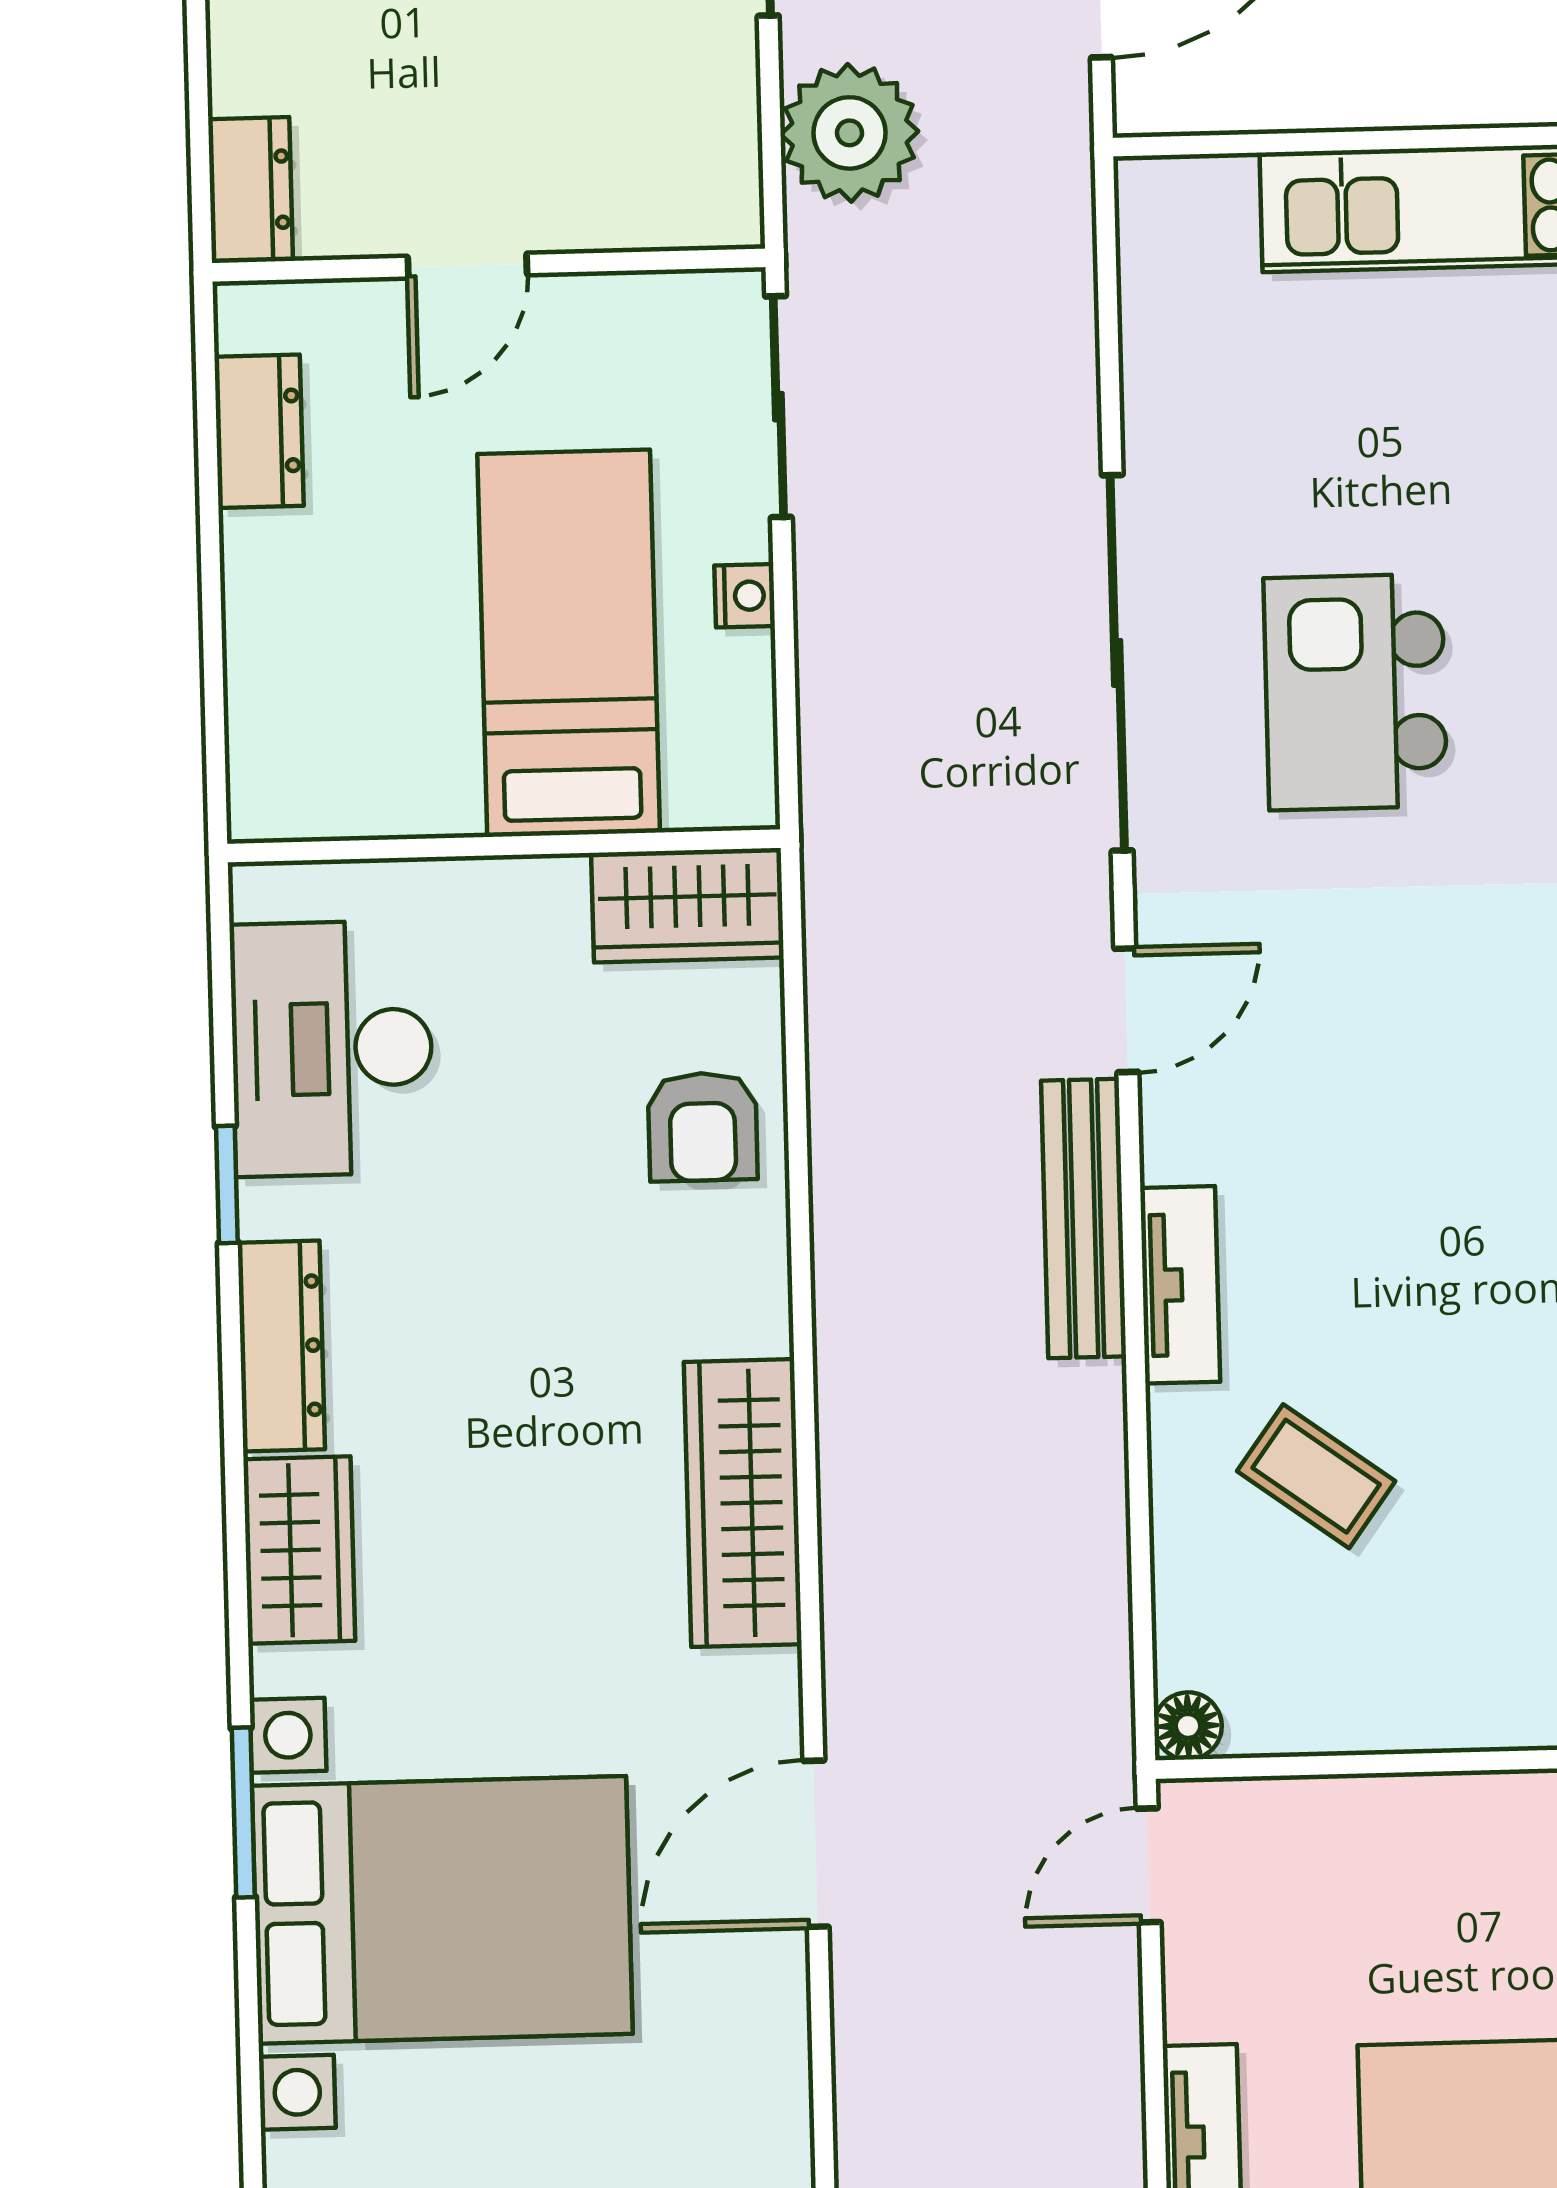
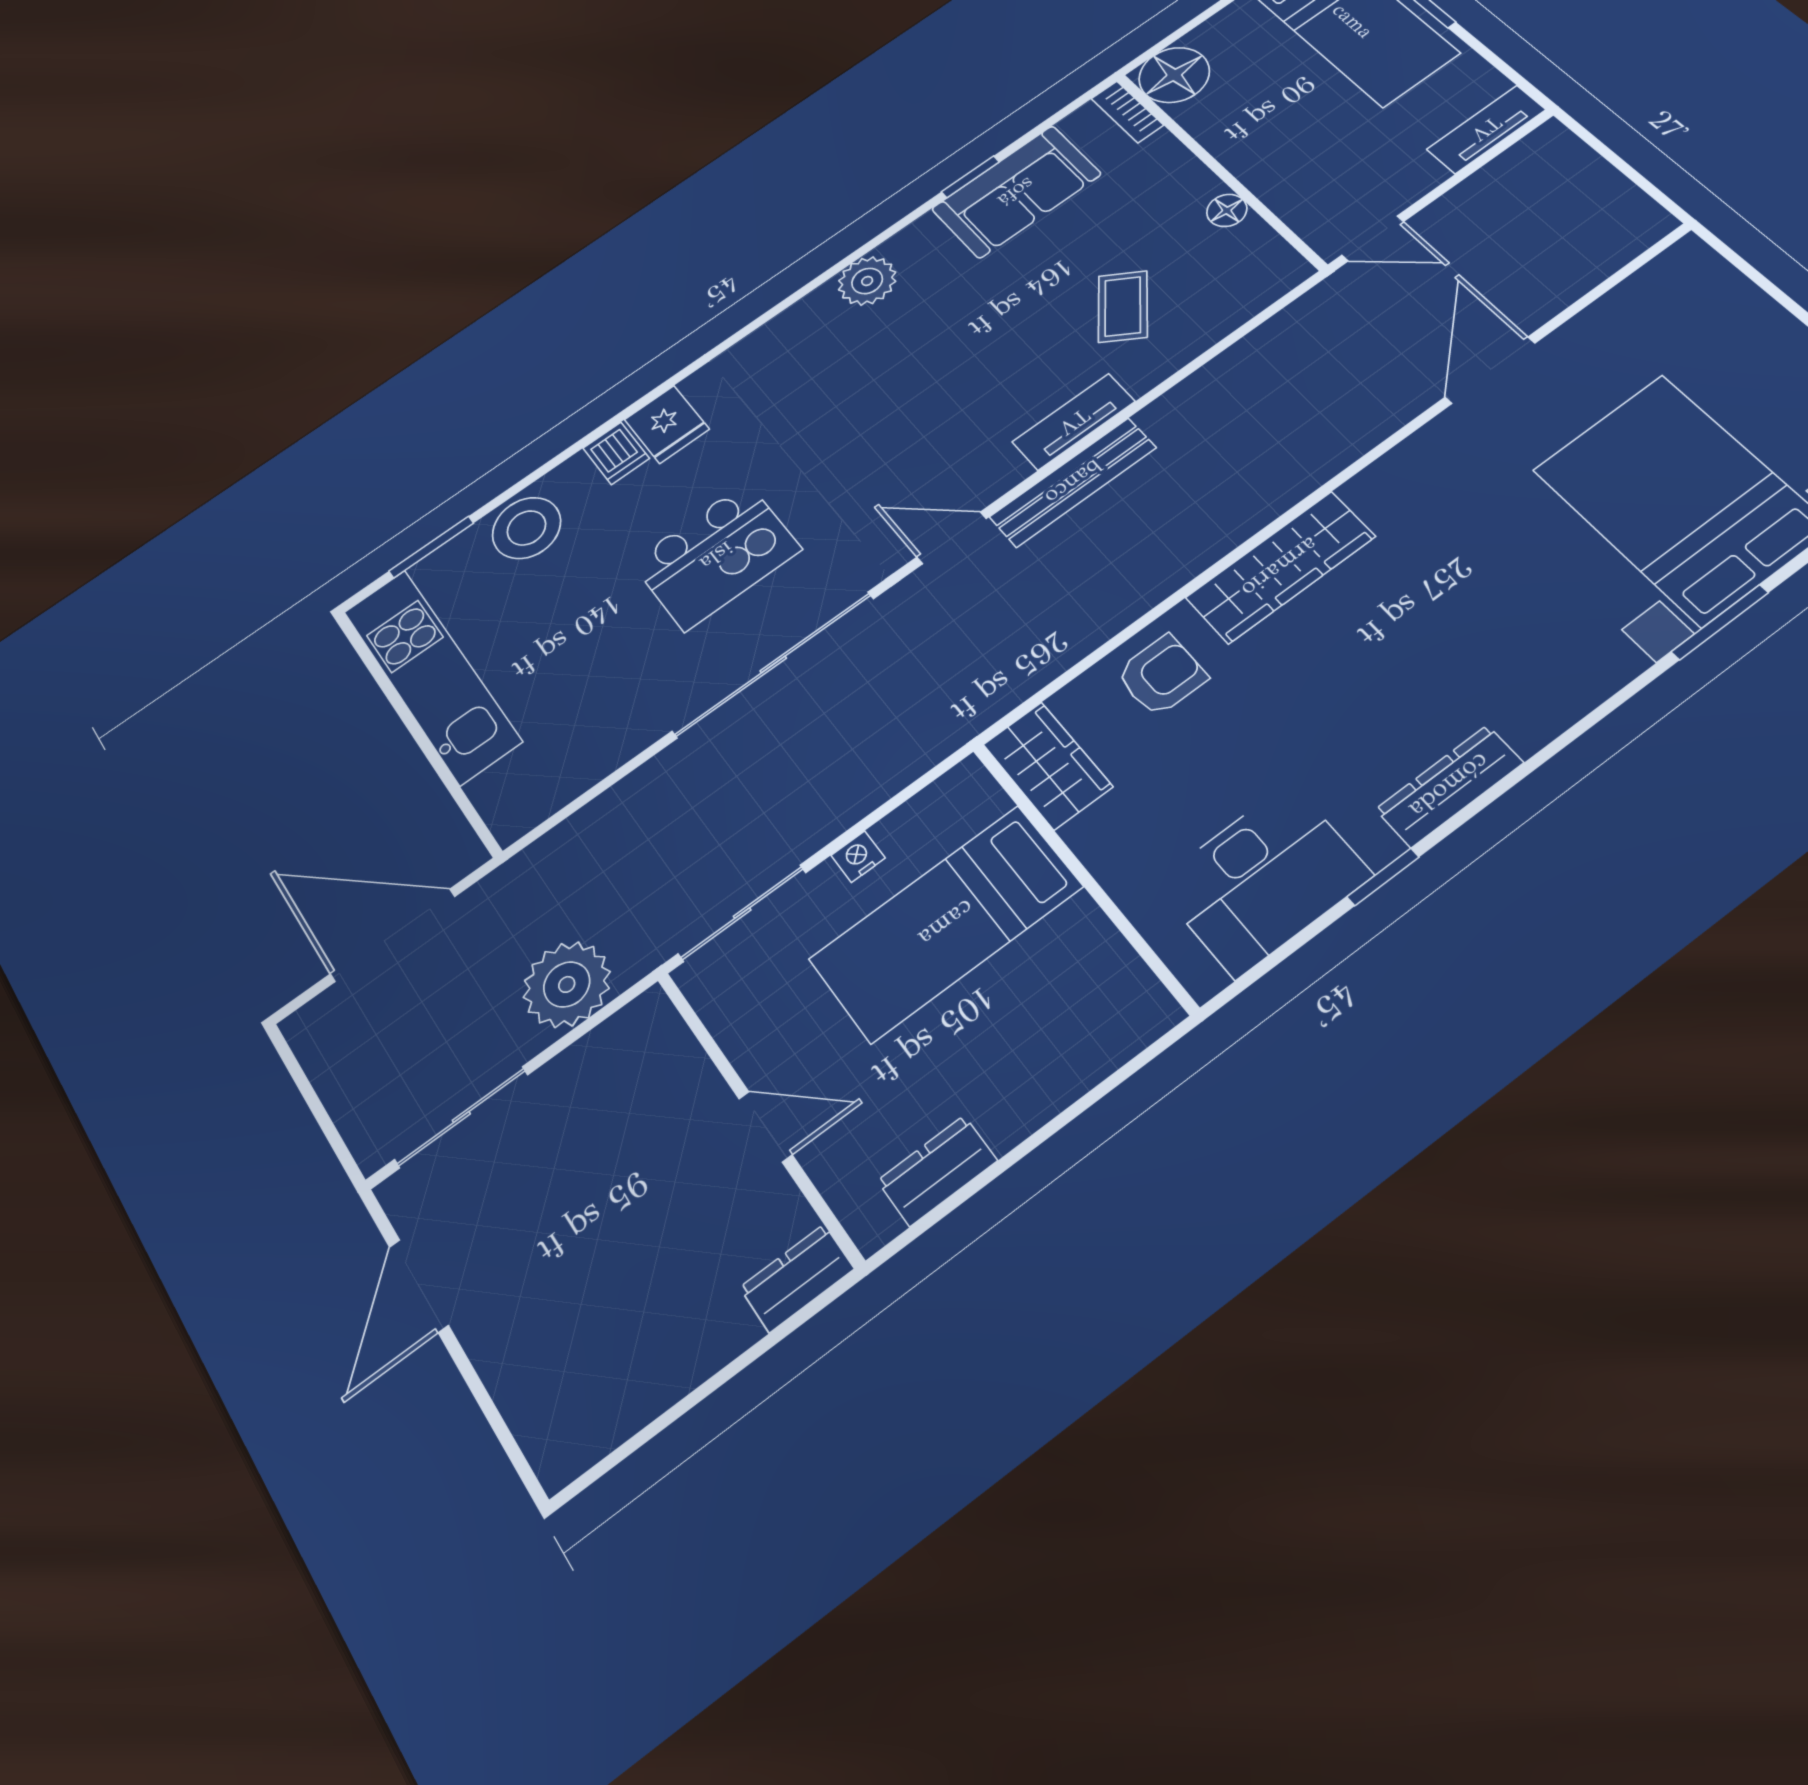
wardrobe: (743, 1503) -> (1280, 567), moved
wardrobe: (299, 1550) -> (1553, 698), removed
floor lamp: (1188, 1726) -> (1227, 210), moved
door: (816, 1844) -> (1490, 370), swing flipped

